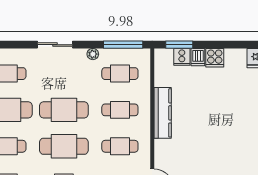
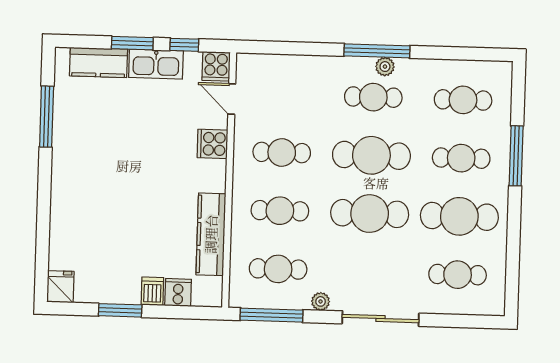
sliding door: (55, 45) -> (381, 319), width x1.37
window: (179, 45) -> (120, 310), moved
cooker: (215, 58) -> (212, 144), moved, turned -90
kitchen counter: (163, 113) -> (211, 234), moved

